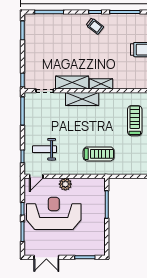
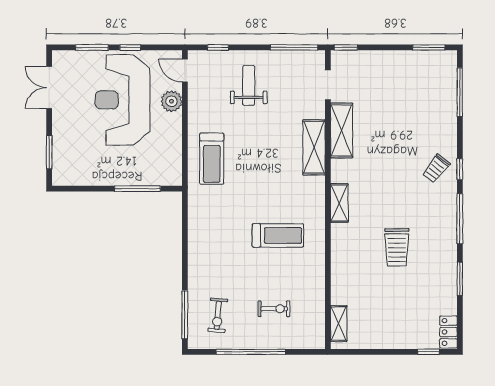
shelving: (101, 84) -> (339, 203), moved
weight bench: (44, 149) -> (249, 85), moved
treadmill: (99, 154) -> (212, 159), moved
plant: (65, 184) -> (171, 101), moved
reception desk: (54, 213) -> (122, 100), turned 180

